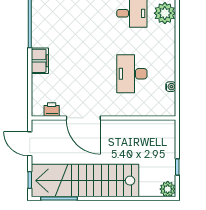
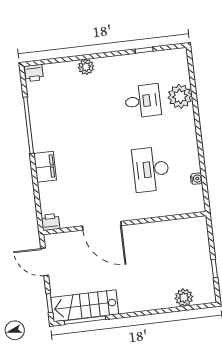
printer: (52, 109) -> (50, 222), moved
stairs: (85, 181) -> (85, 306), width x0.54, depth x0.66
plant: (168, 189) -> (184, 298), moved

